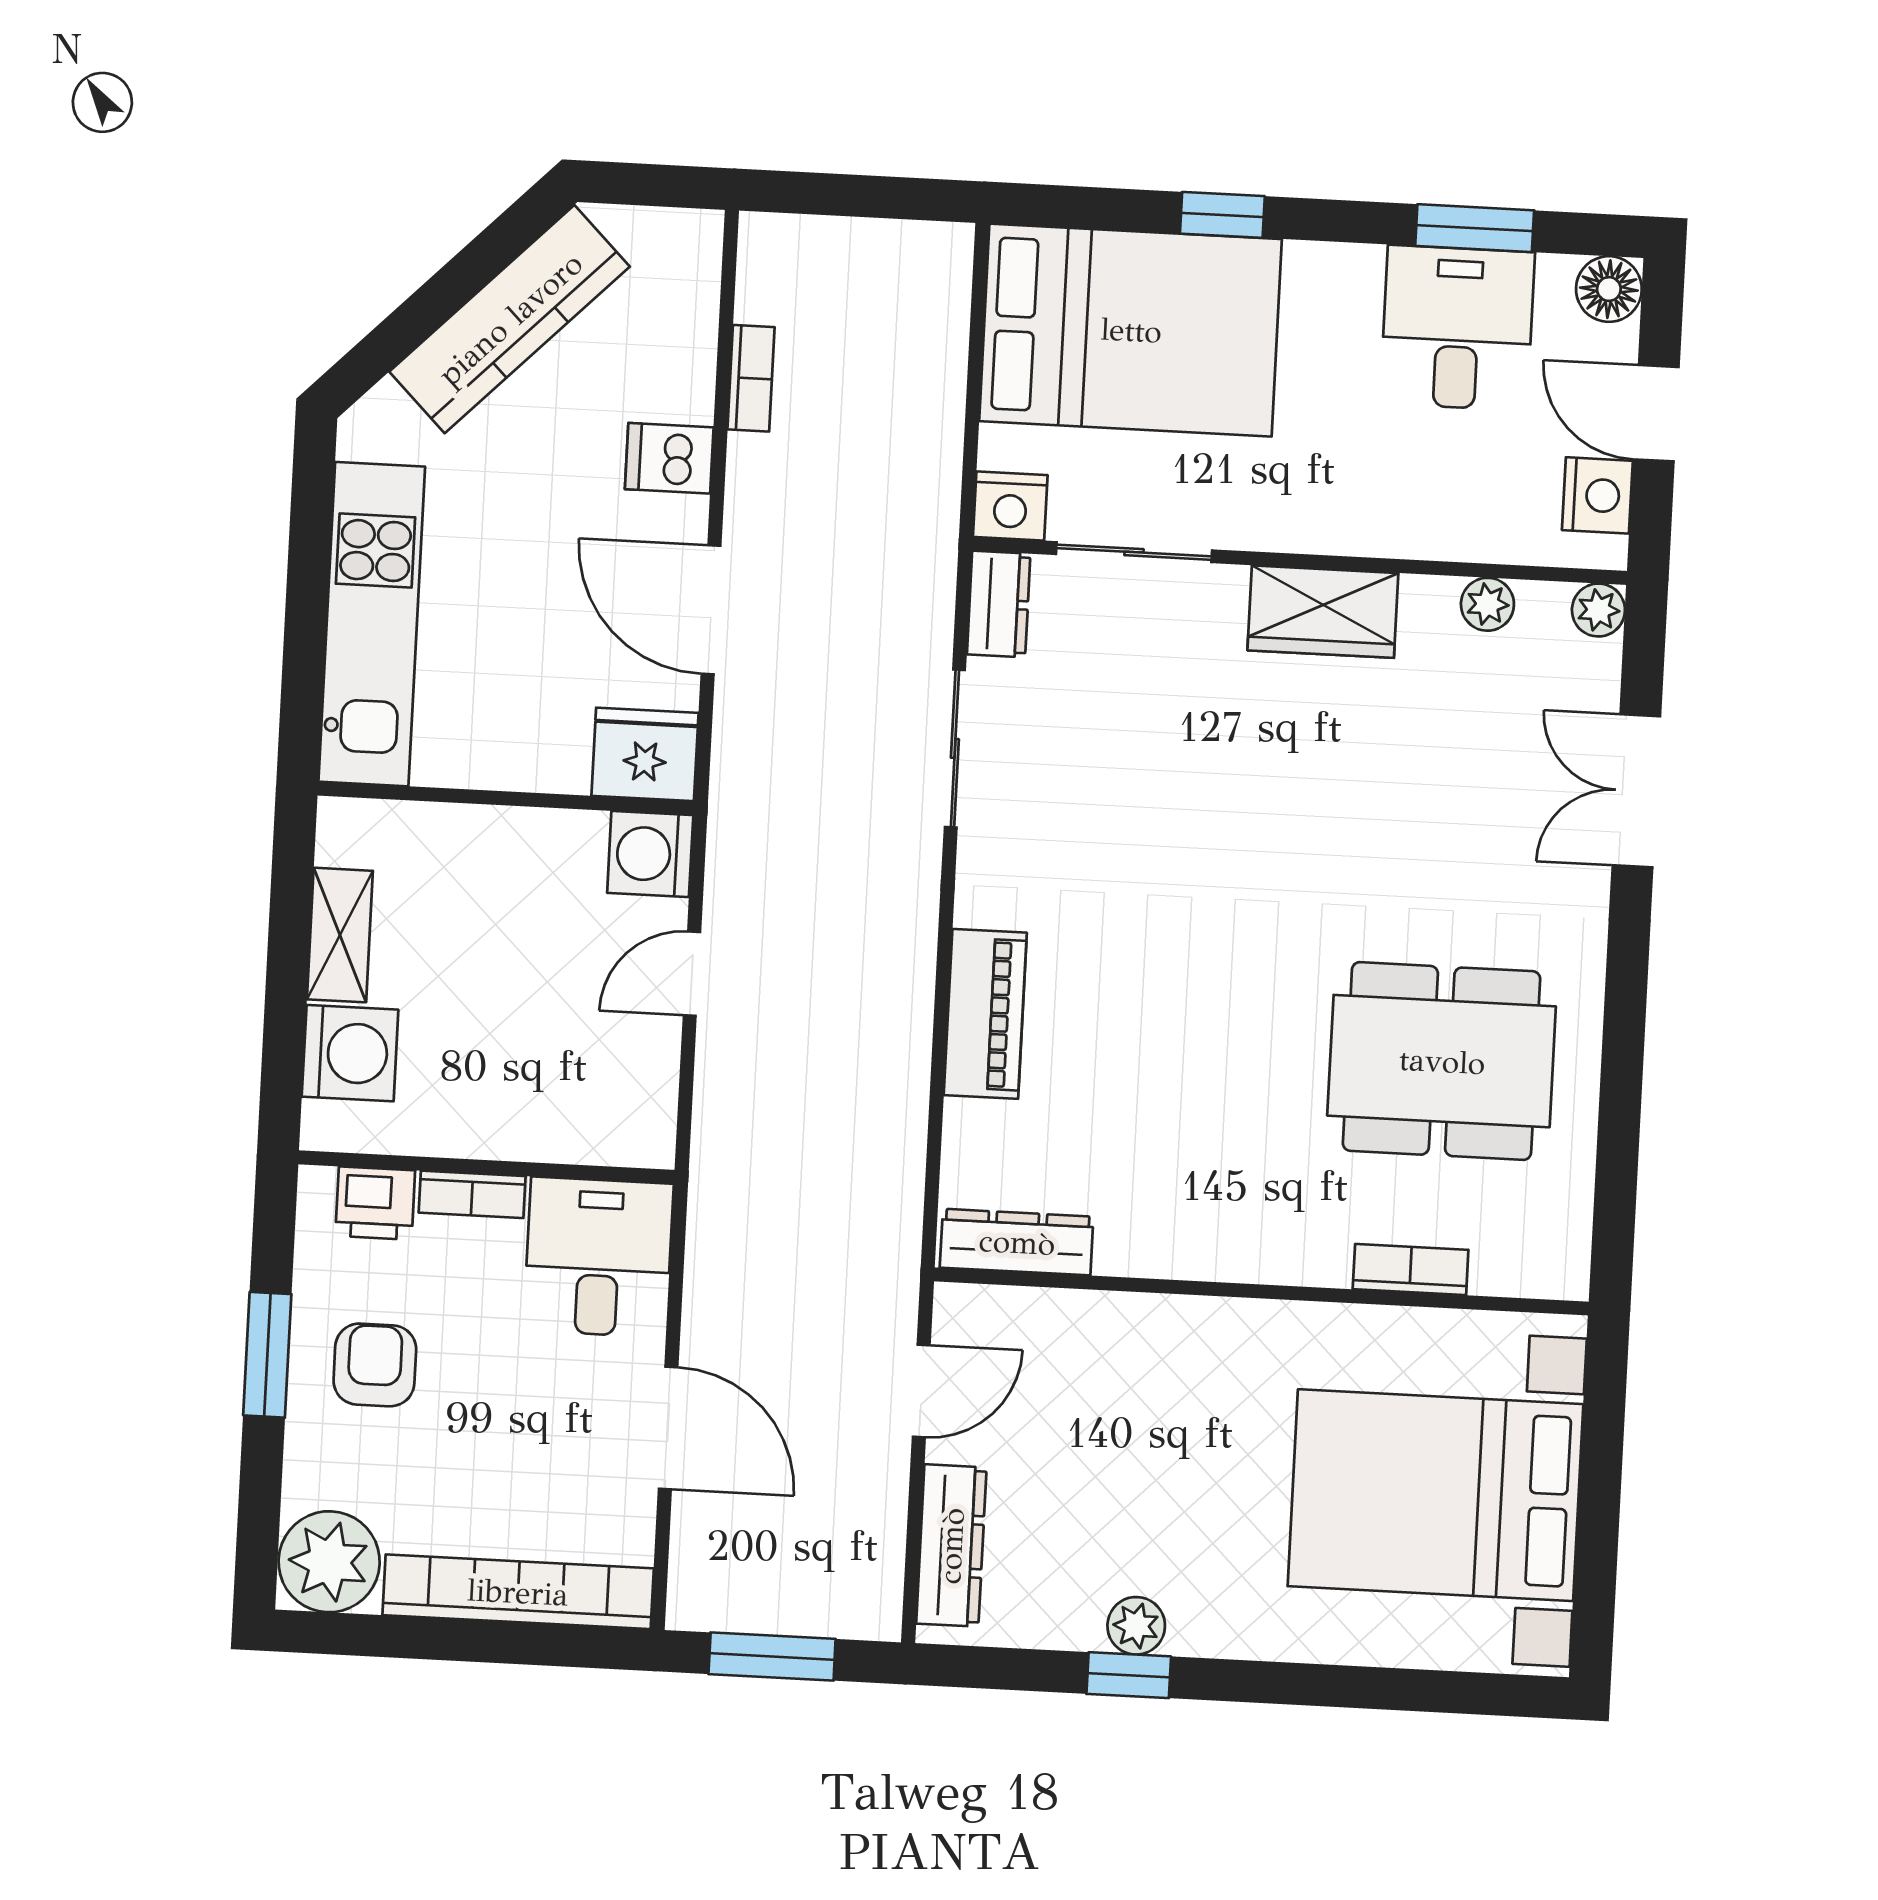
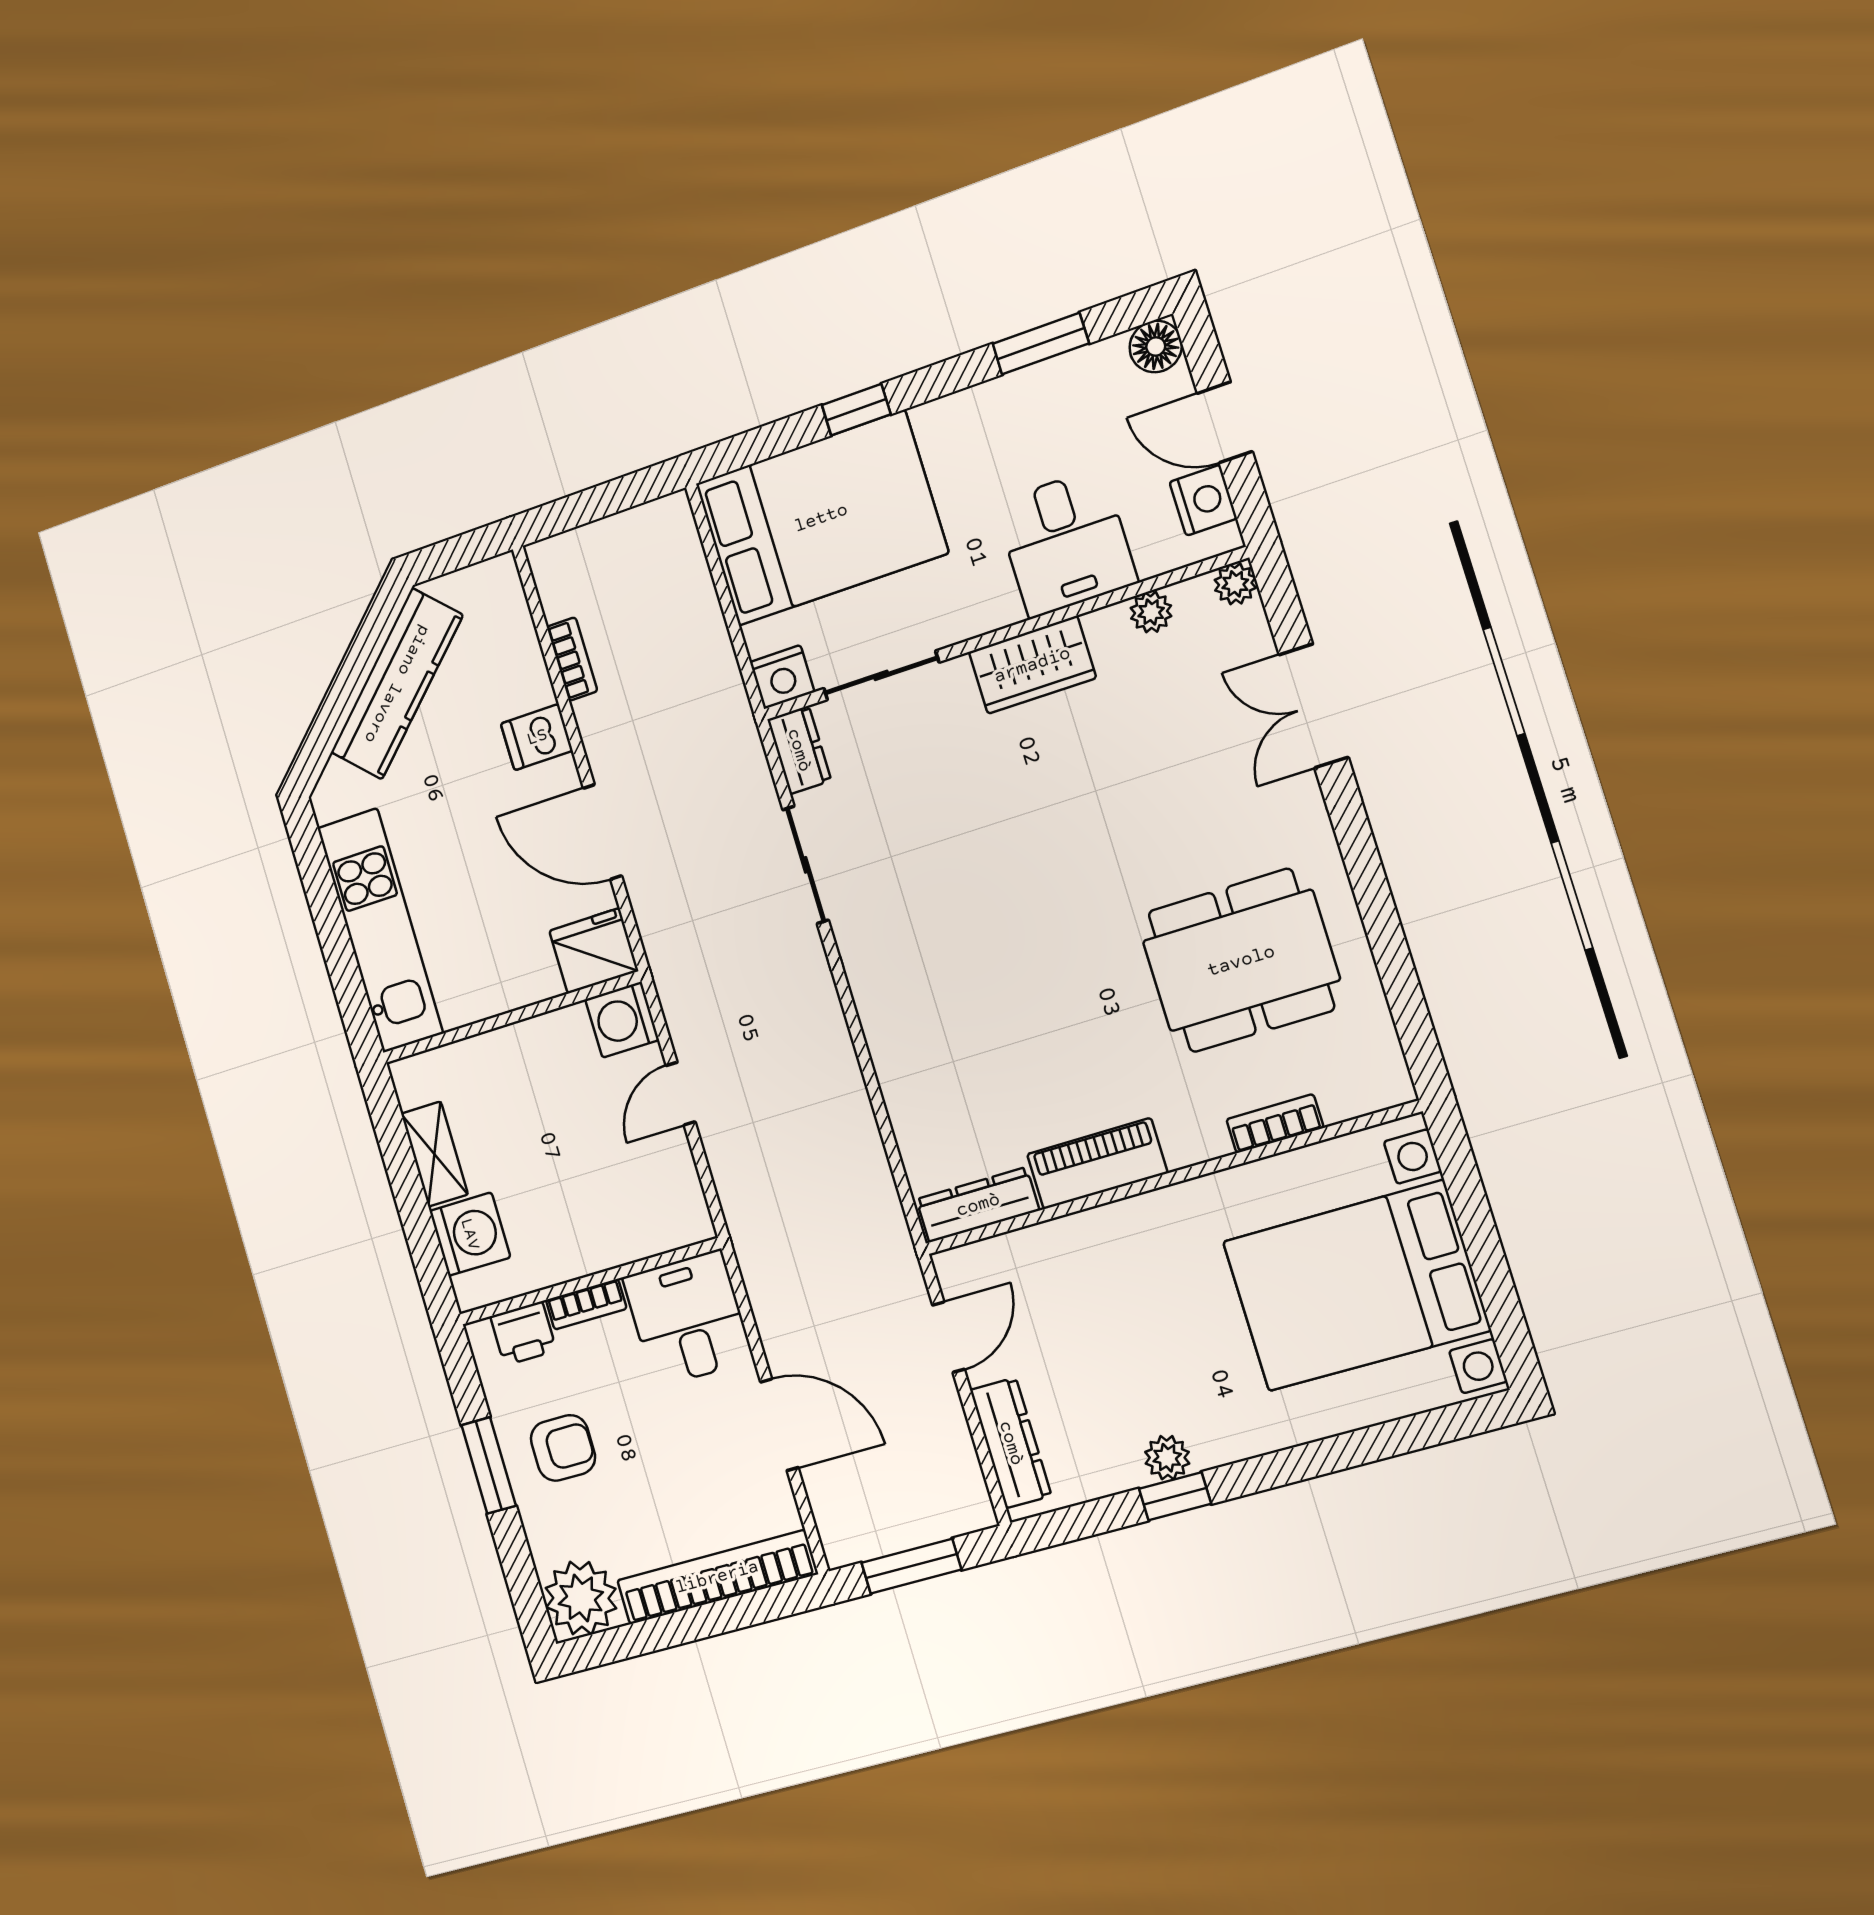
desk: (1457, 328) -> (1066, 543), moved, turned 180
piano: (985, 1014) -> (1097, 1164), moved, turned -90
armchair: (375, 1365) -> (563, 1448), turned 90

